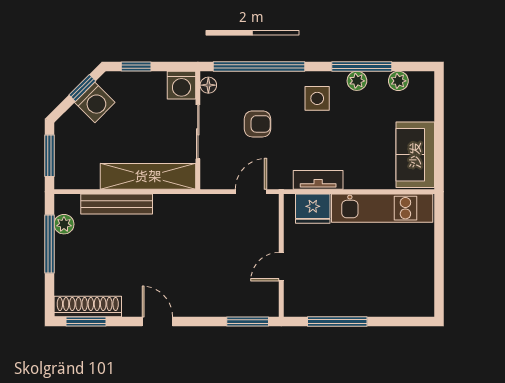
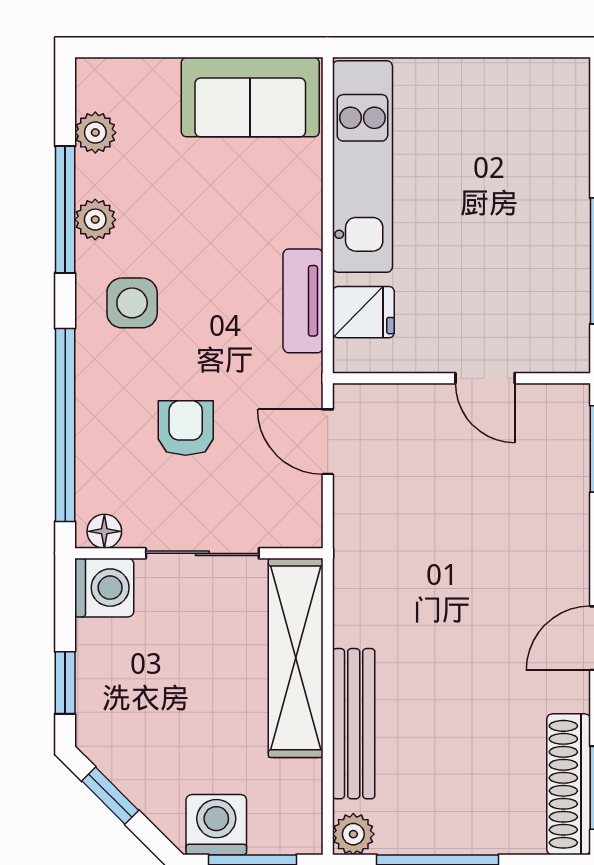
washing machine: (95, 102) -> (216, 825), moved, turned -45
fridge: (313, 209) -> (363, 312), width x0.72
plant: (64, 224) -> (353, 834), moved

